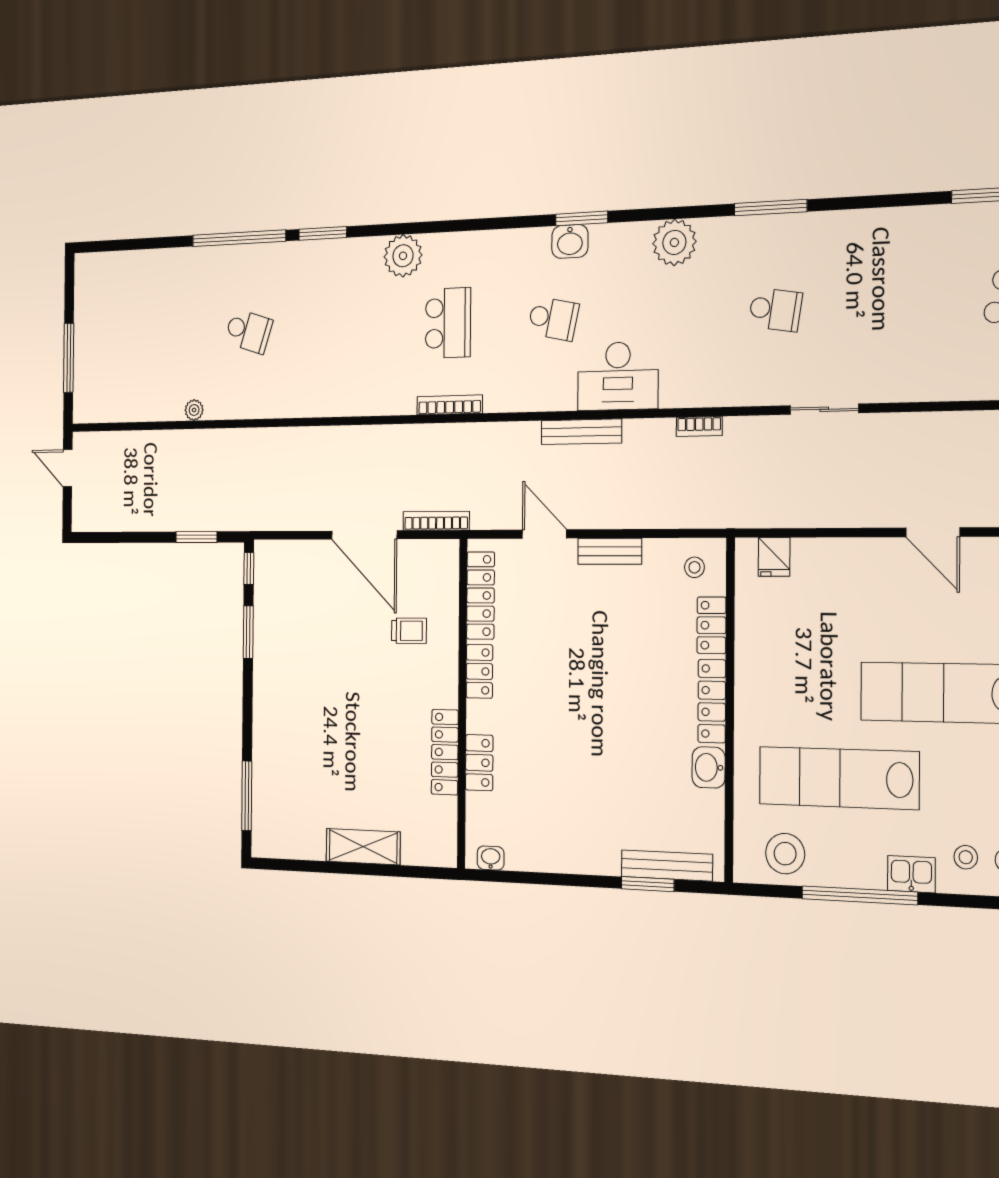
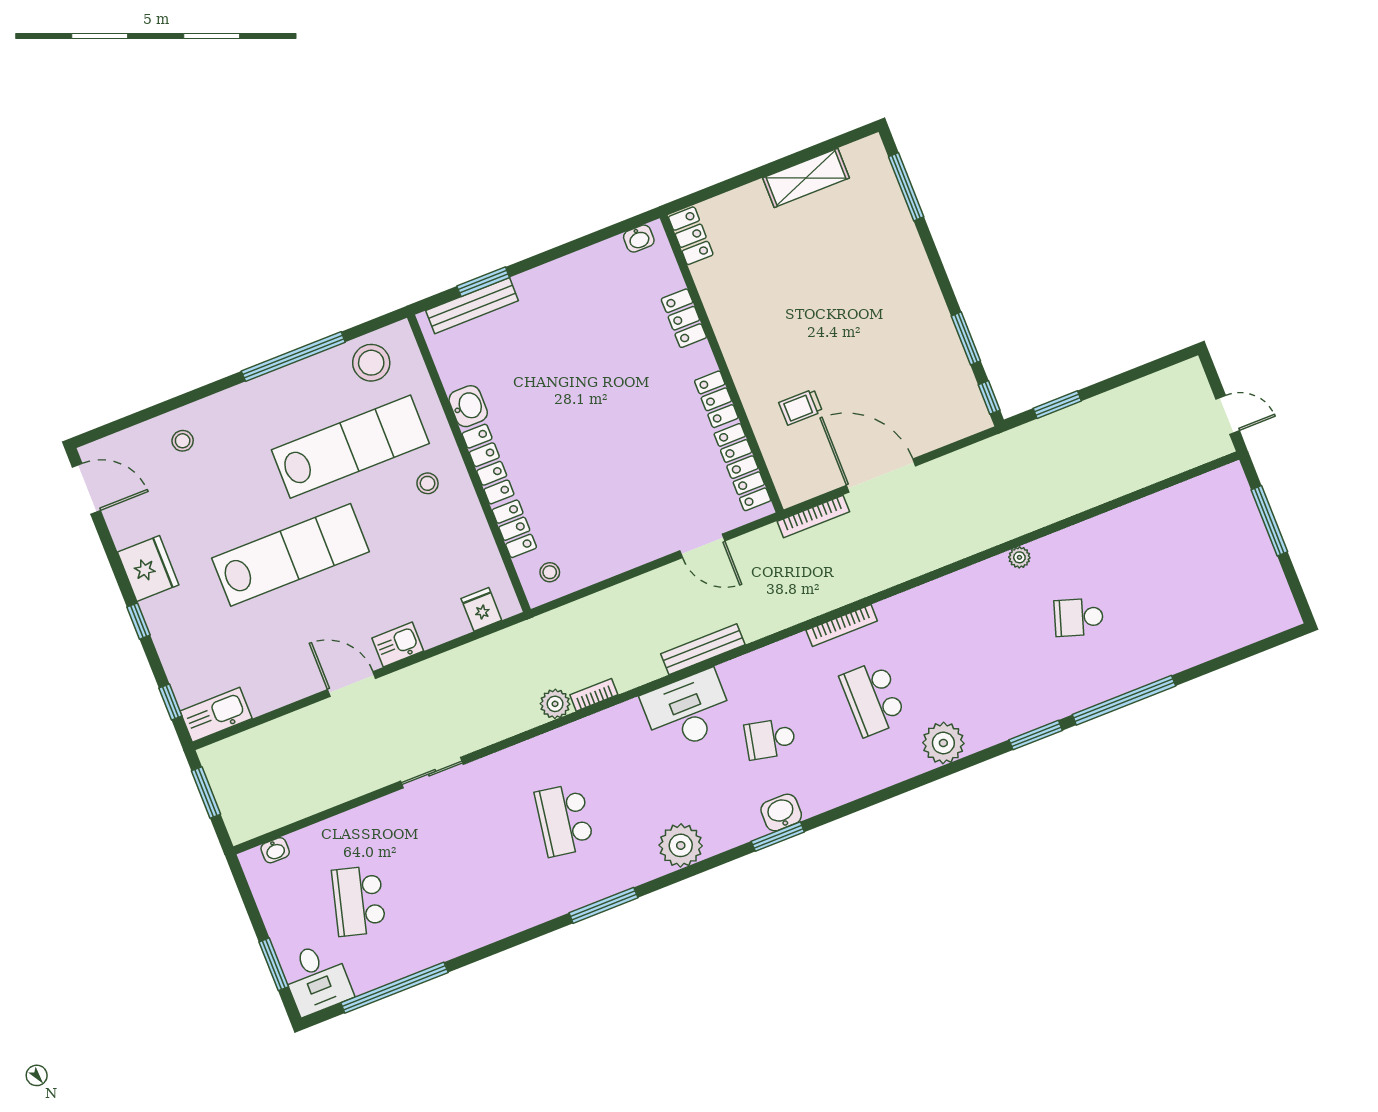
school desk: (775, 310) -> (564, 820), width x1.85
sliding door: (824, 409) -> (432, 773), moved
plant: (194, 410) -> (1019, 557), moved
plant: (740, 432) -> (555, 704), added
bench: (610, 551) -> (634, 555), removed
locker: (445, 752) -> (691, 236), moved, width x0.66
shelving: (363, 847) -> (806, 178), moved
stool: (966, 857) -> (428, 483), moved
kitchen sink: (911, 874) -> (398, 644), moved, turned 180

